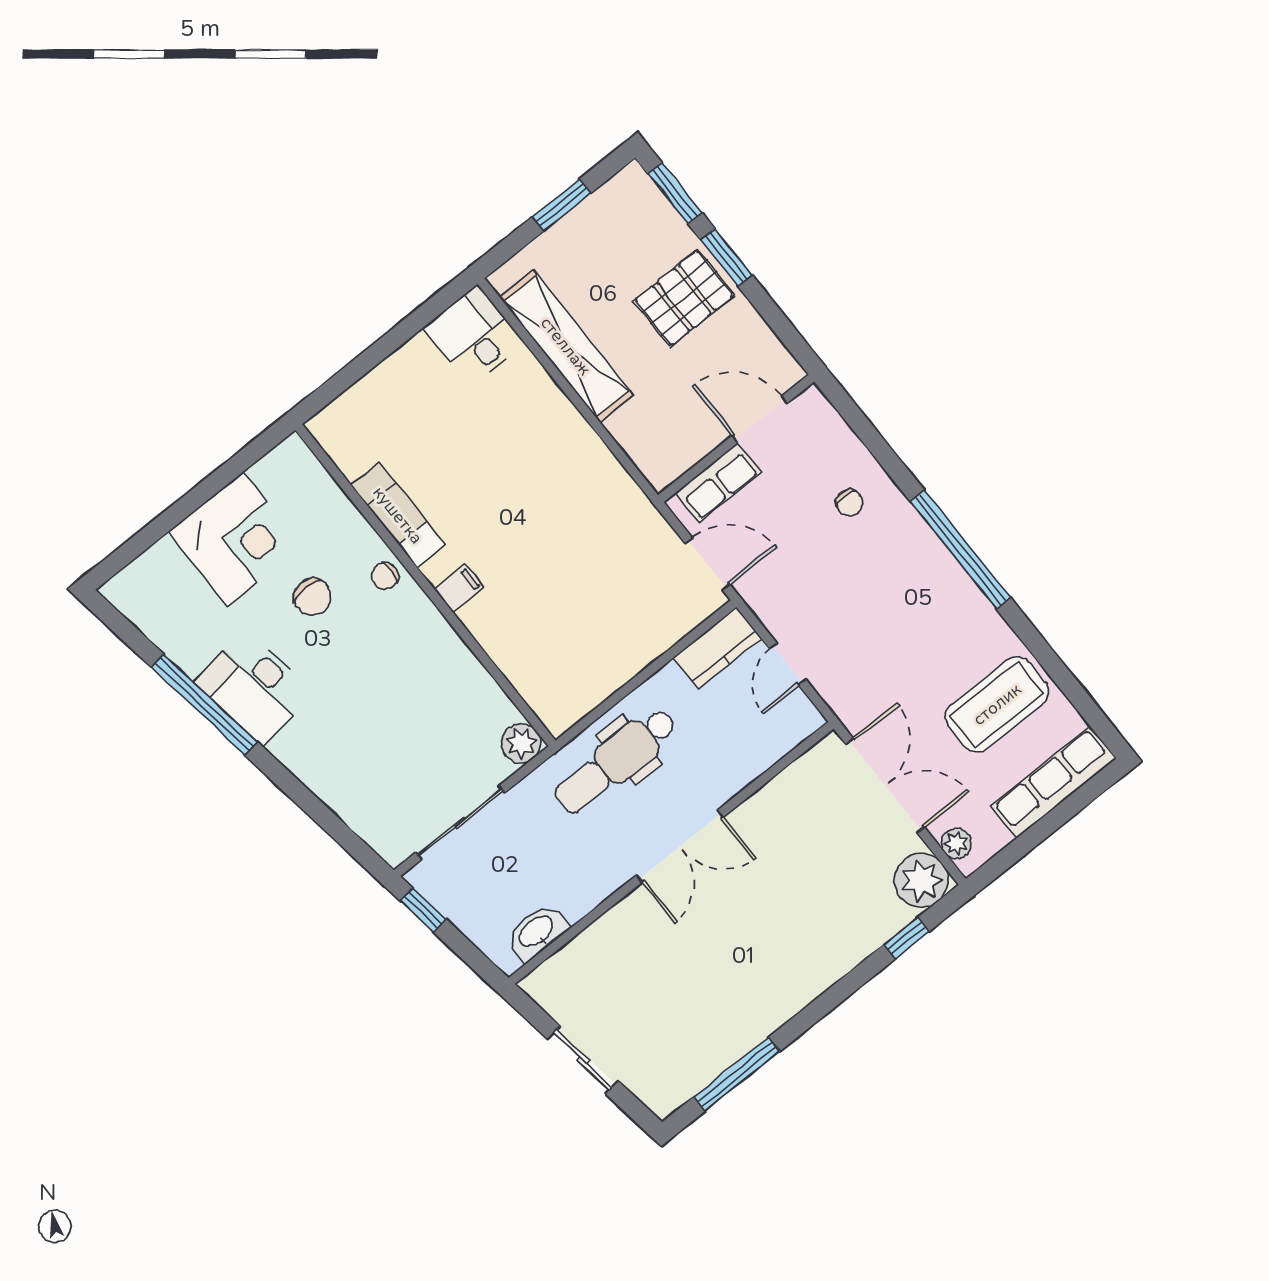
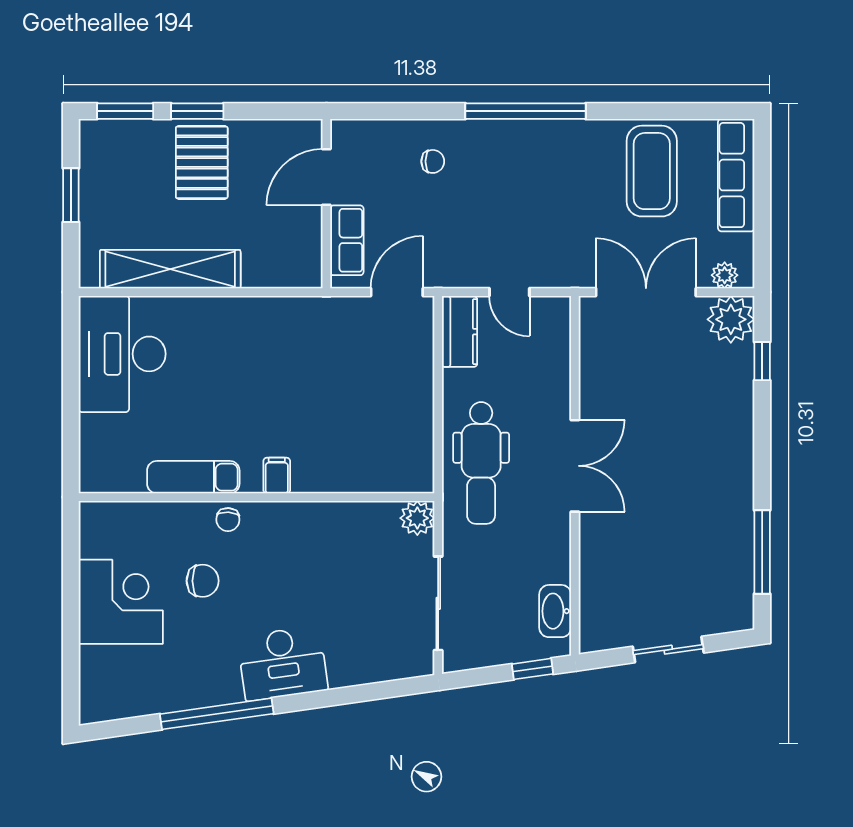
desk: (474, 335) -> (122, 354), width x1.87, depth x1.30
desk: (254, 687) -> (283, 663), moved
window: (423, 910) -> (533, 669), moved

